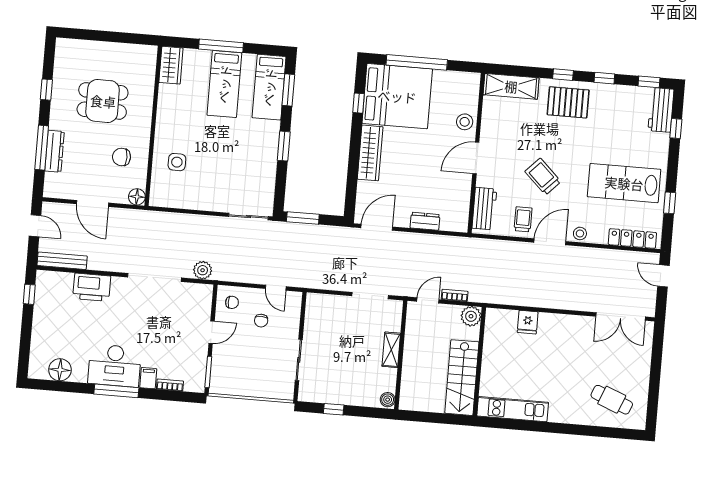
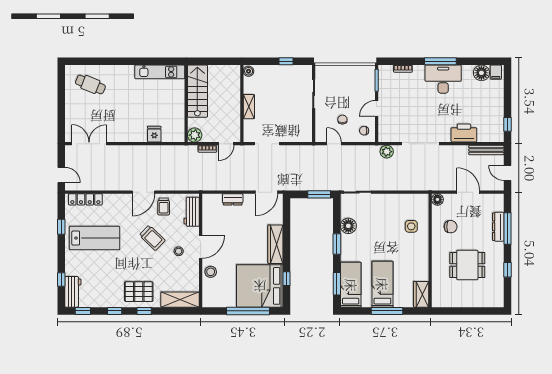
floor lamp: (265, 170) -> (348, 226), added
stool: (580, 233) -> (179, 251), moved
filing cabinet: (148, 378) -> (496, 72), moved

